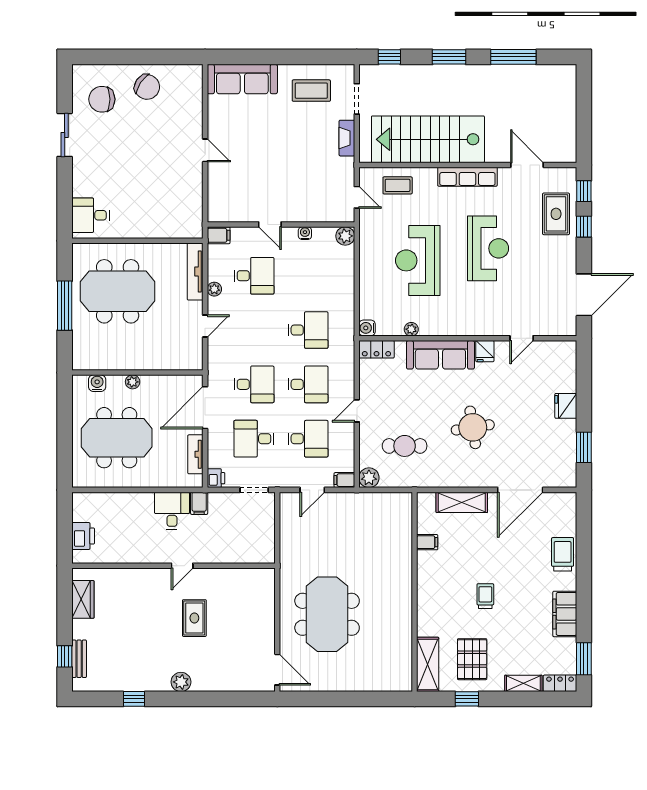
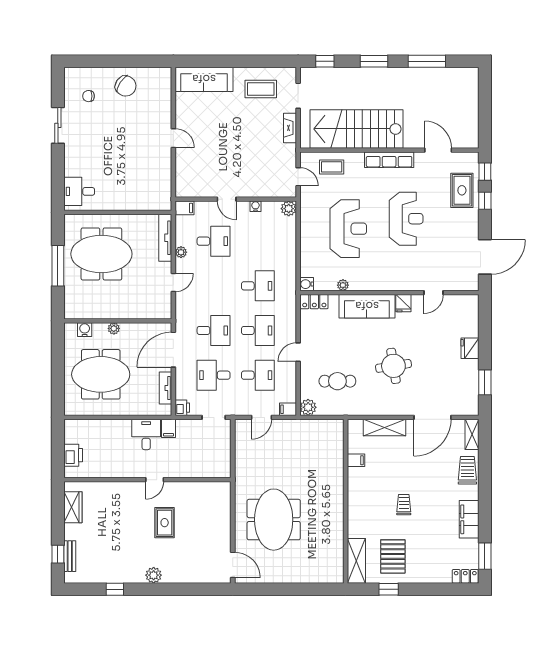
chair: (102, 99) -> (88, 96), width x0.54, depth x0.54
reception desk: (418, 260) -> (348, 229), turned 180
shelving: (523, 683) -> (472, 434), moved, turned 90

